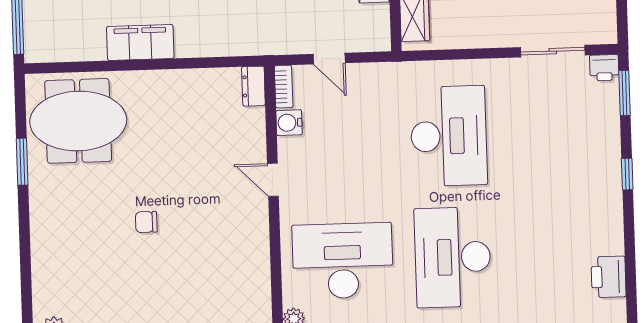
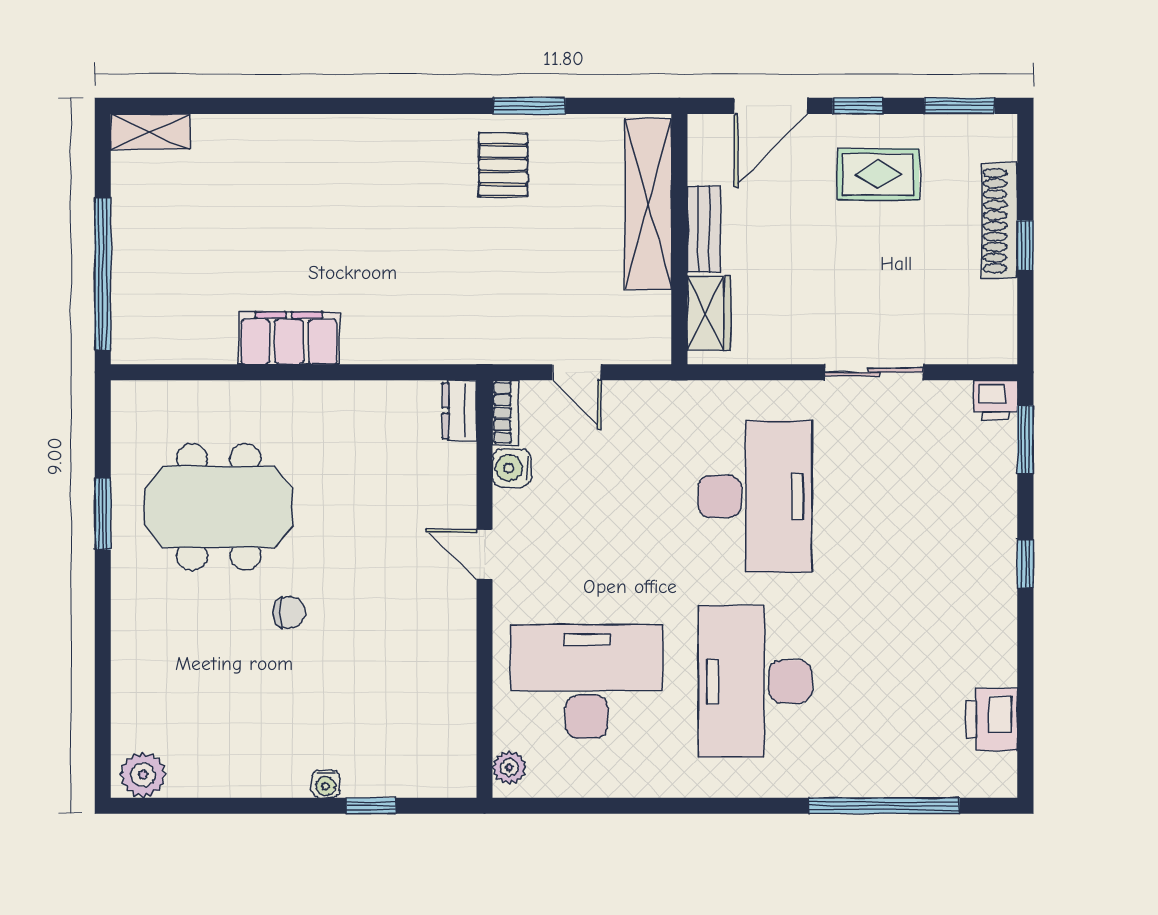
sliding door: (553, 51) -> (874, 372), moved
meeting table: (78, 121) -> (219, 507), moved
chair: (146, 222) -> (289, 612), turned 180

